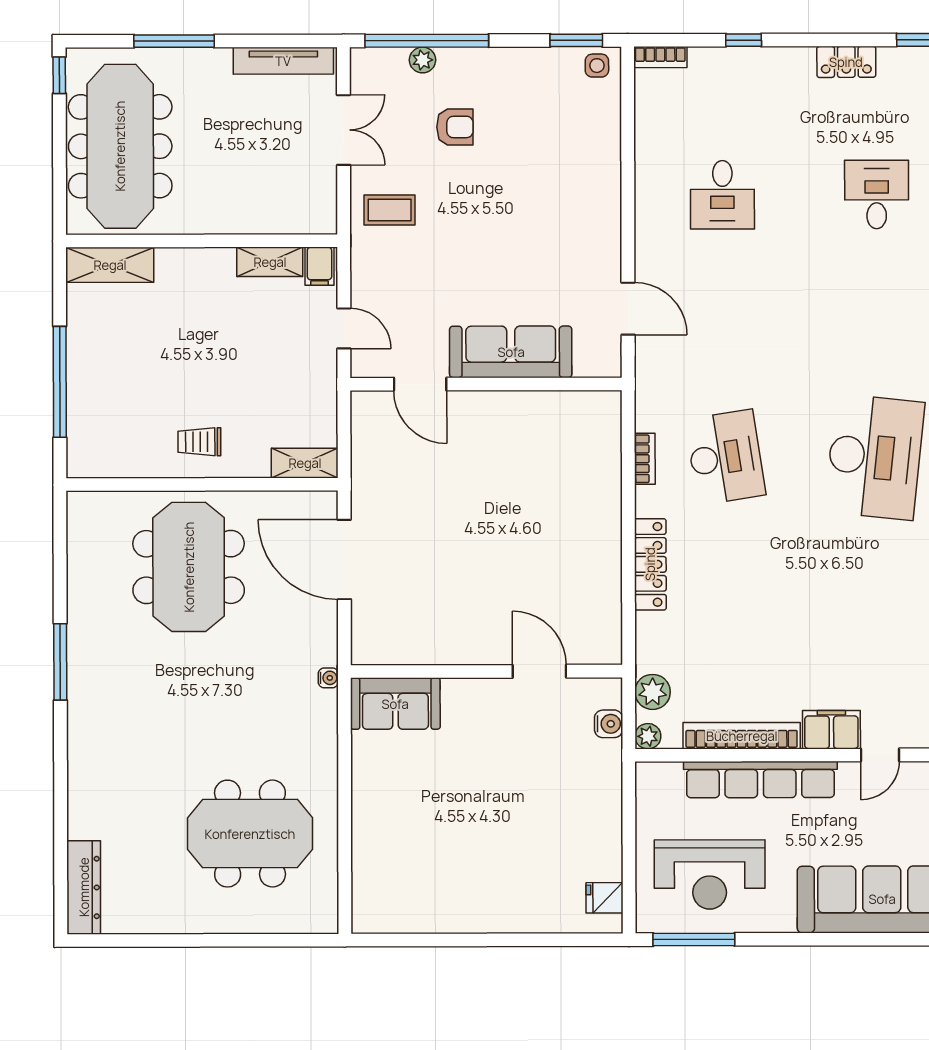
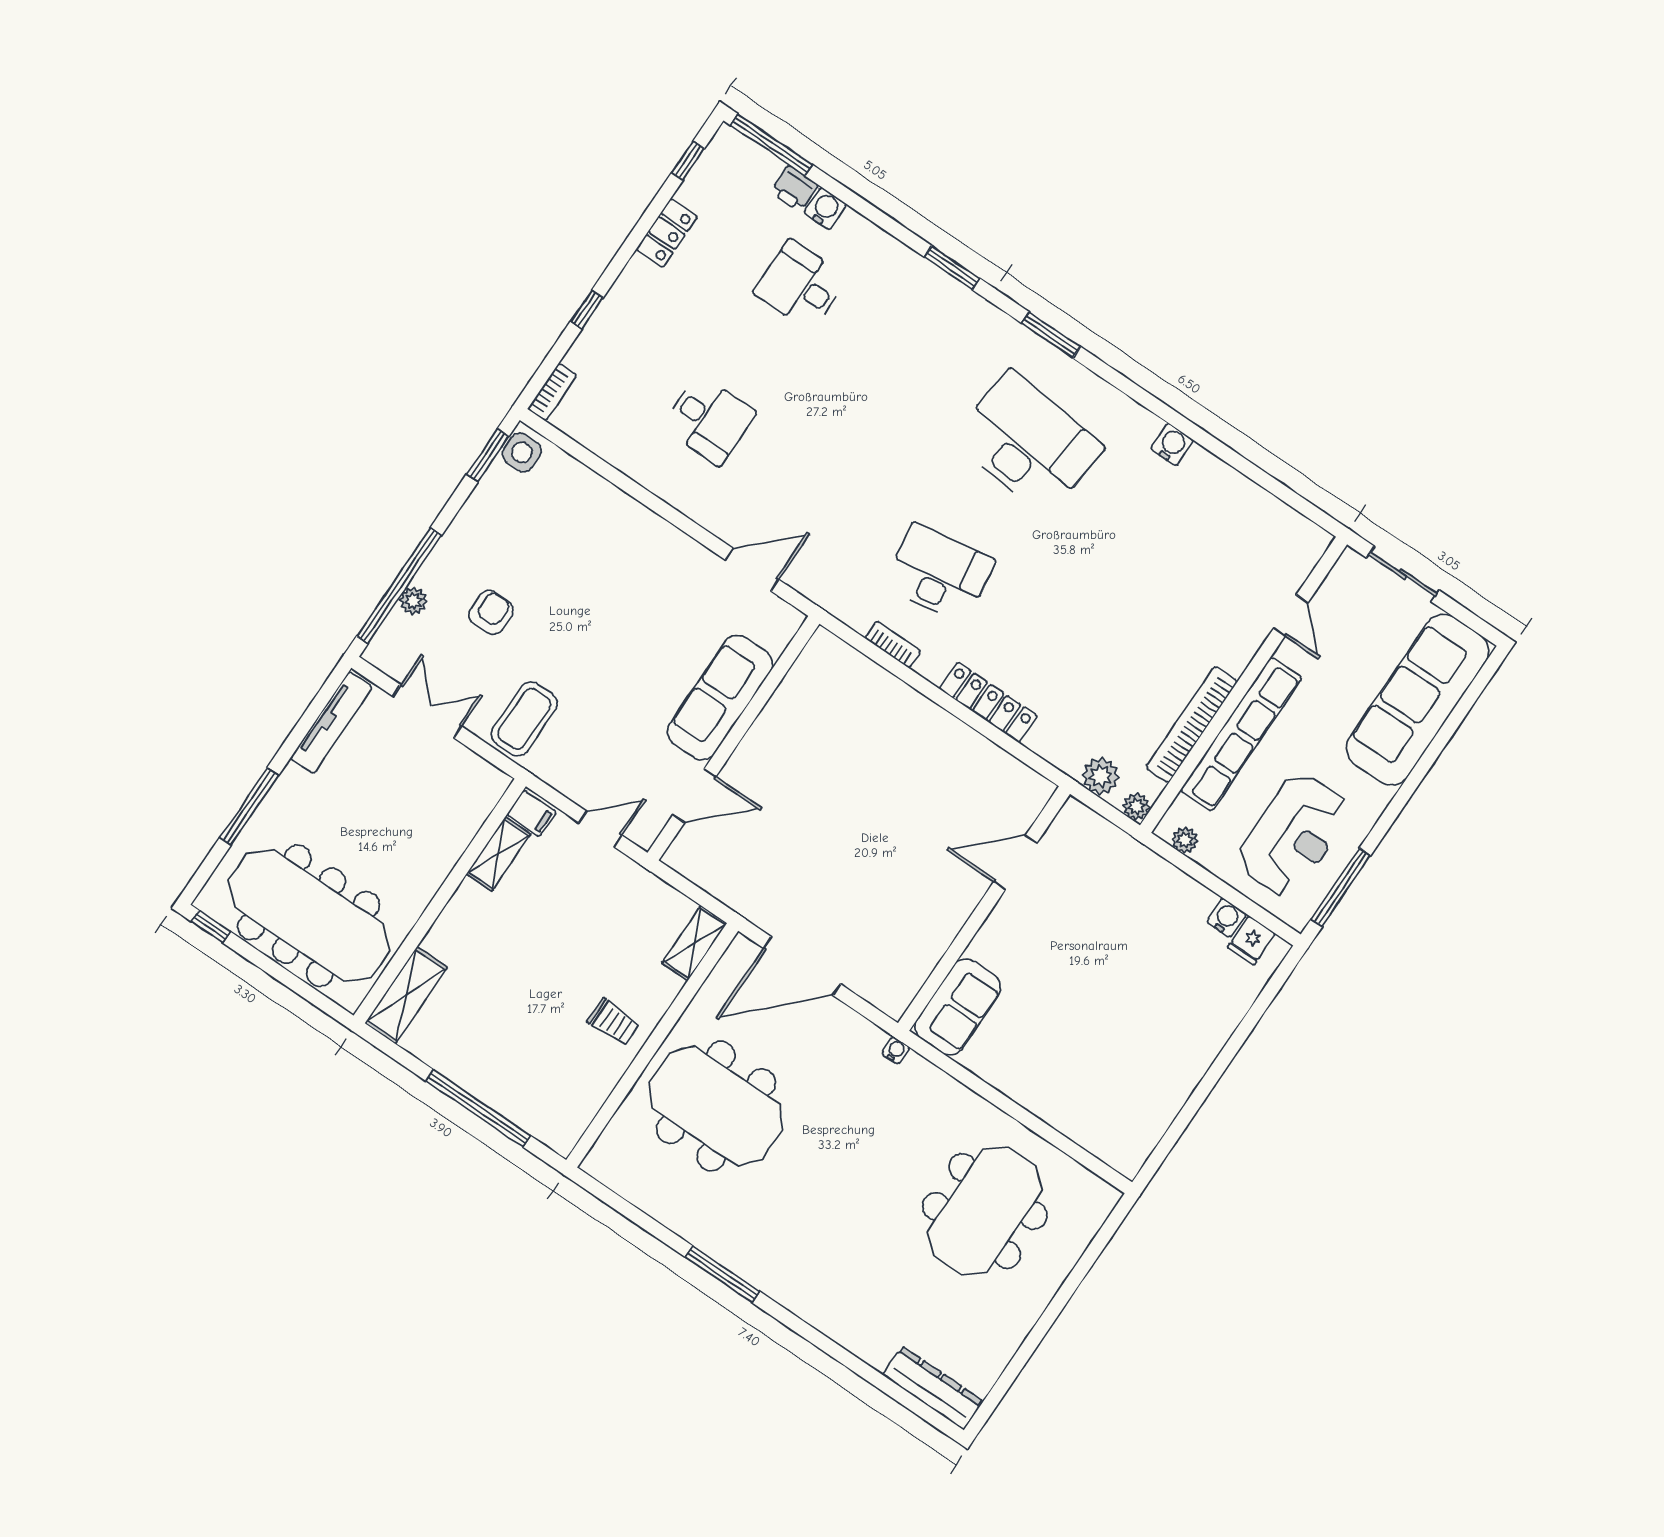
side table: (597, 66) -> (522, 452), width x1.37, depth x1.37
coffee table: (390, 210) -> (524, 719), width x1.36, depth x1.30
trolley: (199, 442) -> (613, 1022), turned -90
water cooler: (609, 724) -> (1226, 918), moved
filing cabinet: (831, 730) -> (1240, 643), removed
plant: (647, 792) -> (1185, 840), added

